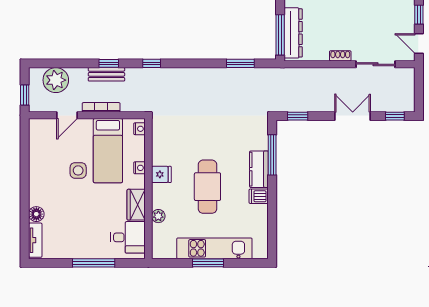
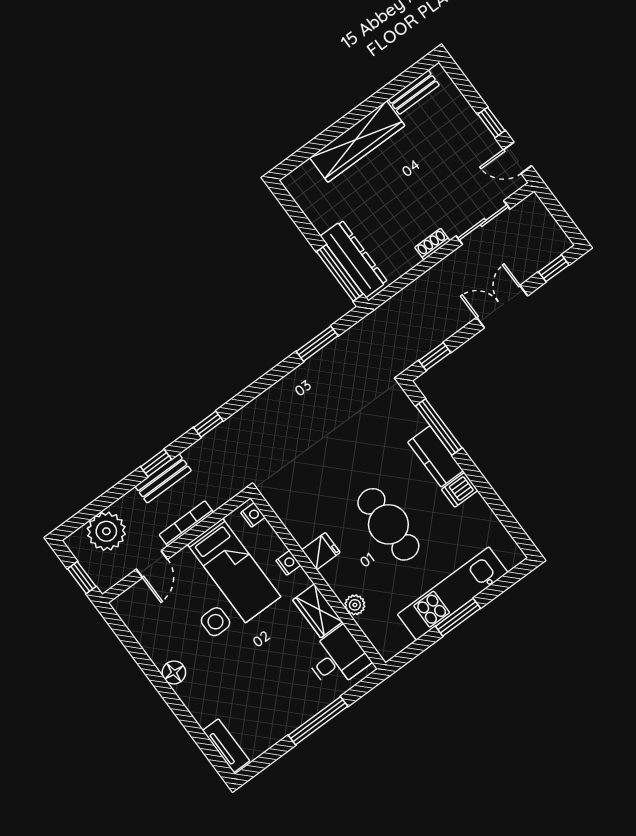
floor lamp: (36, 214) -> (174, 672), moved

